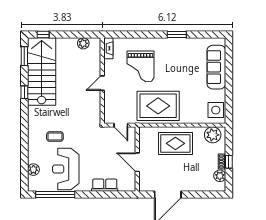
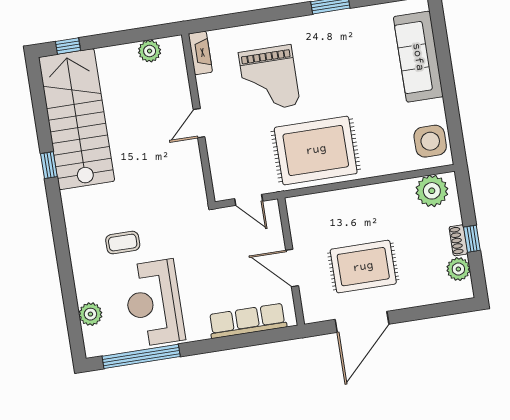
window: (24, 56) -> (38, 94), removed
rug: (175, 143) -> (363, 267), moved
row of seats: (105, 185) -> (248, 321), width x1.48

